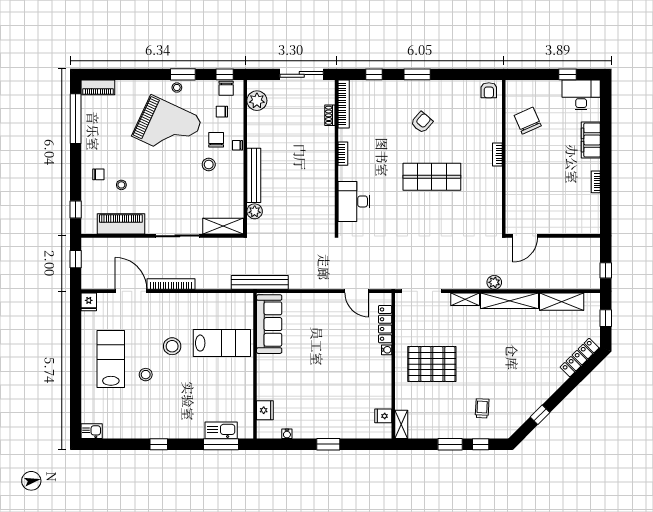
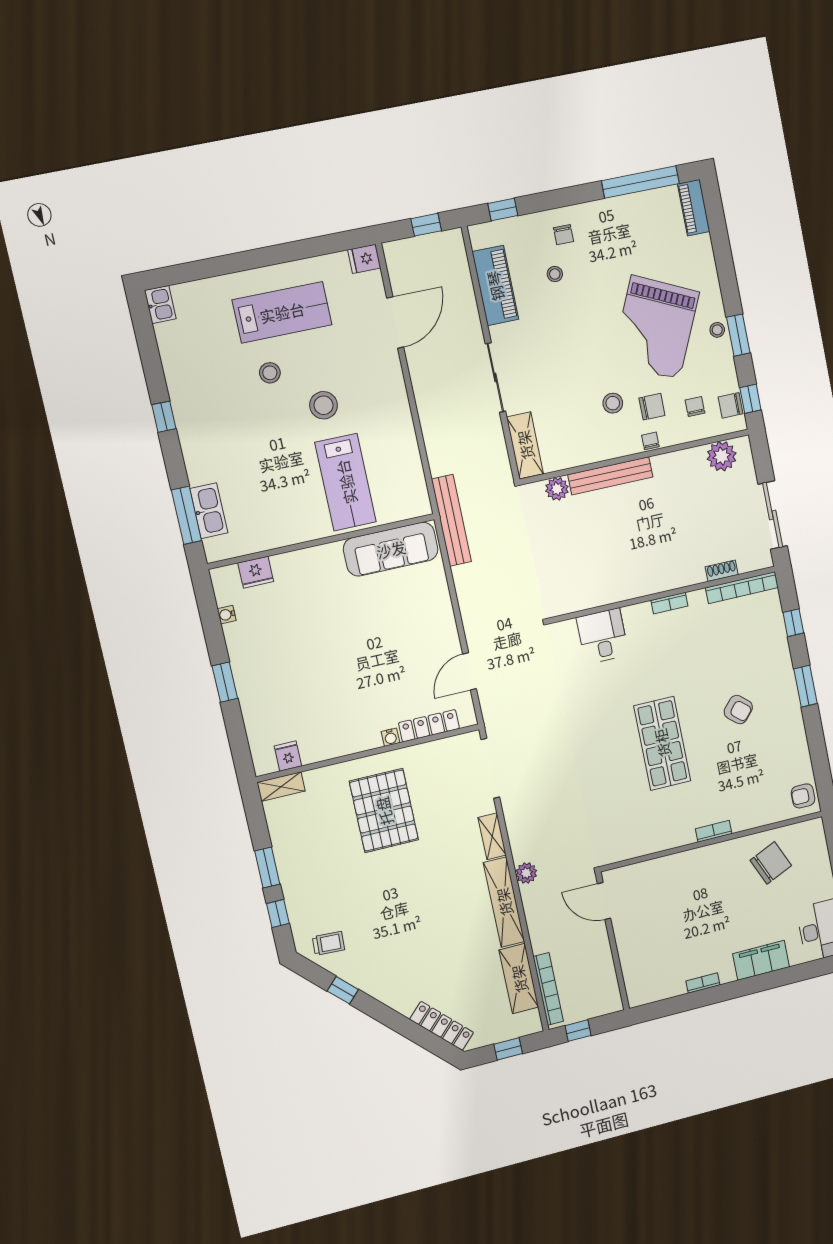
desk: (354, 201) -> (603, 636), width x0.73
bookcase: (171, 284) -> (548, 989), moved
trolley: (482, 408) -> (328, 943), moved

